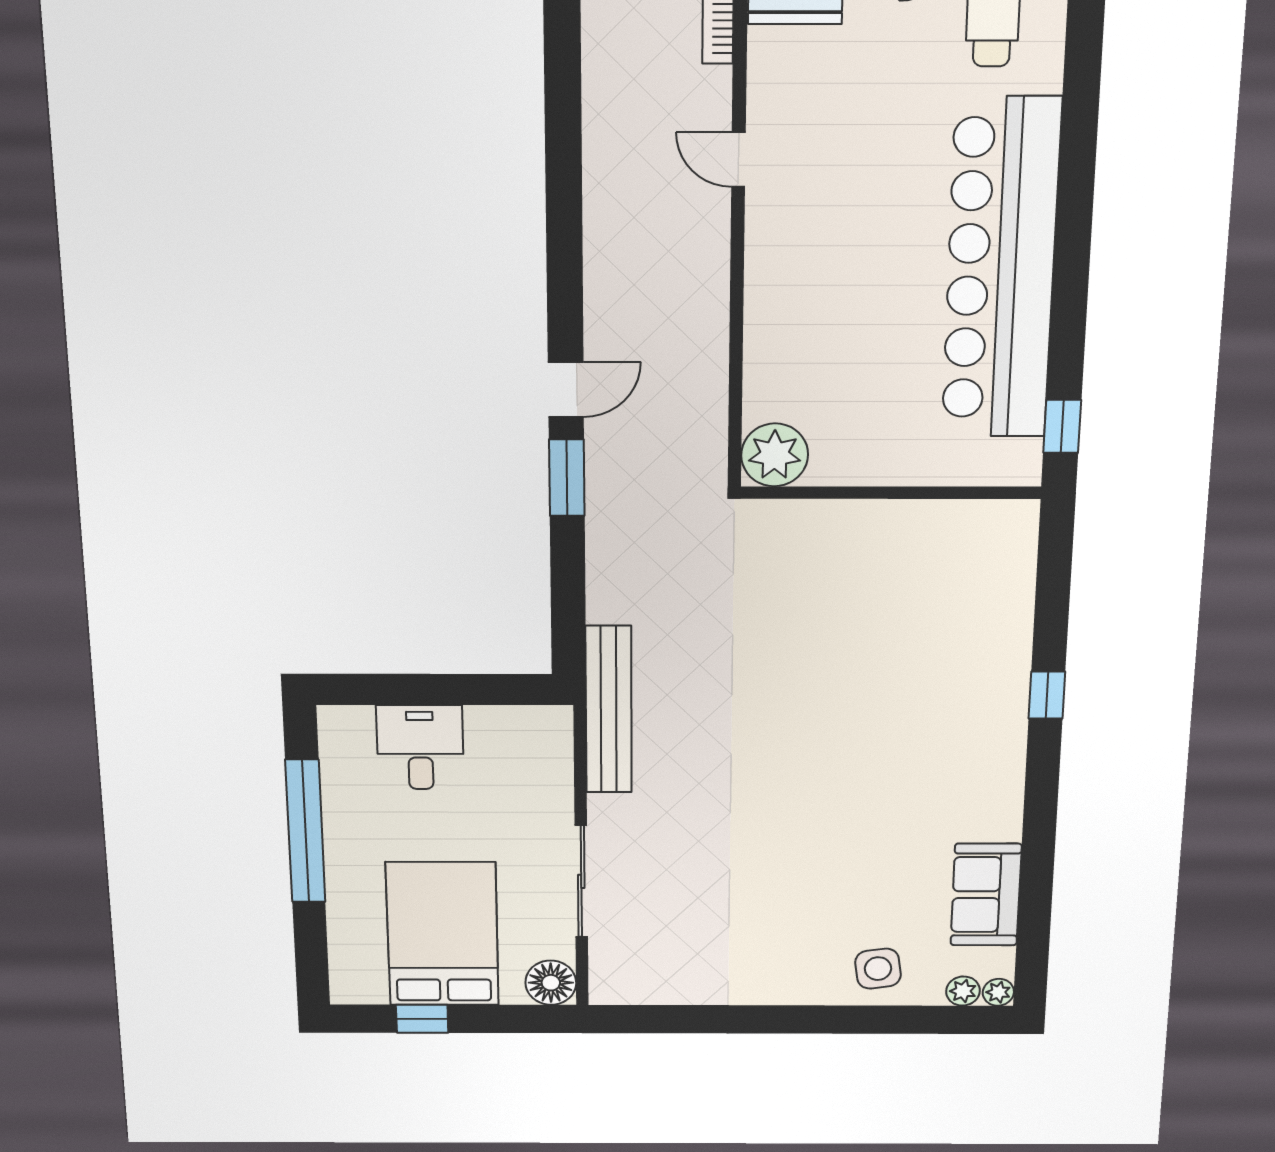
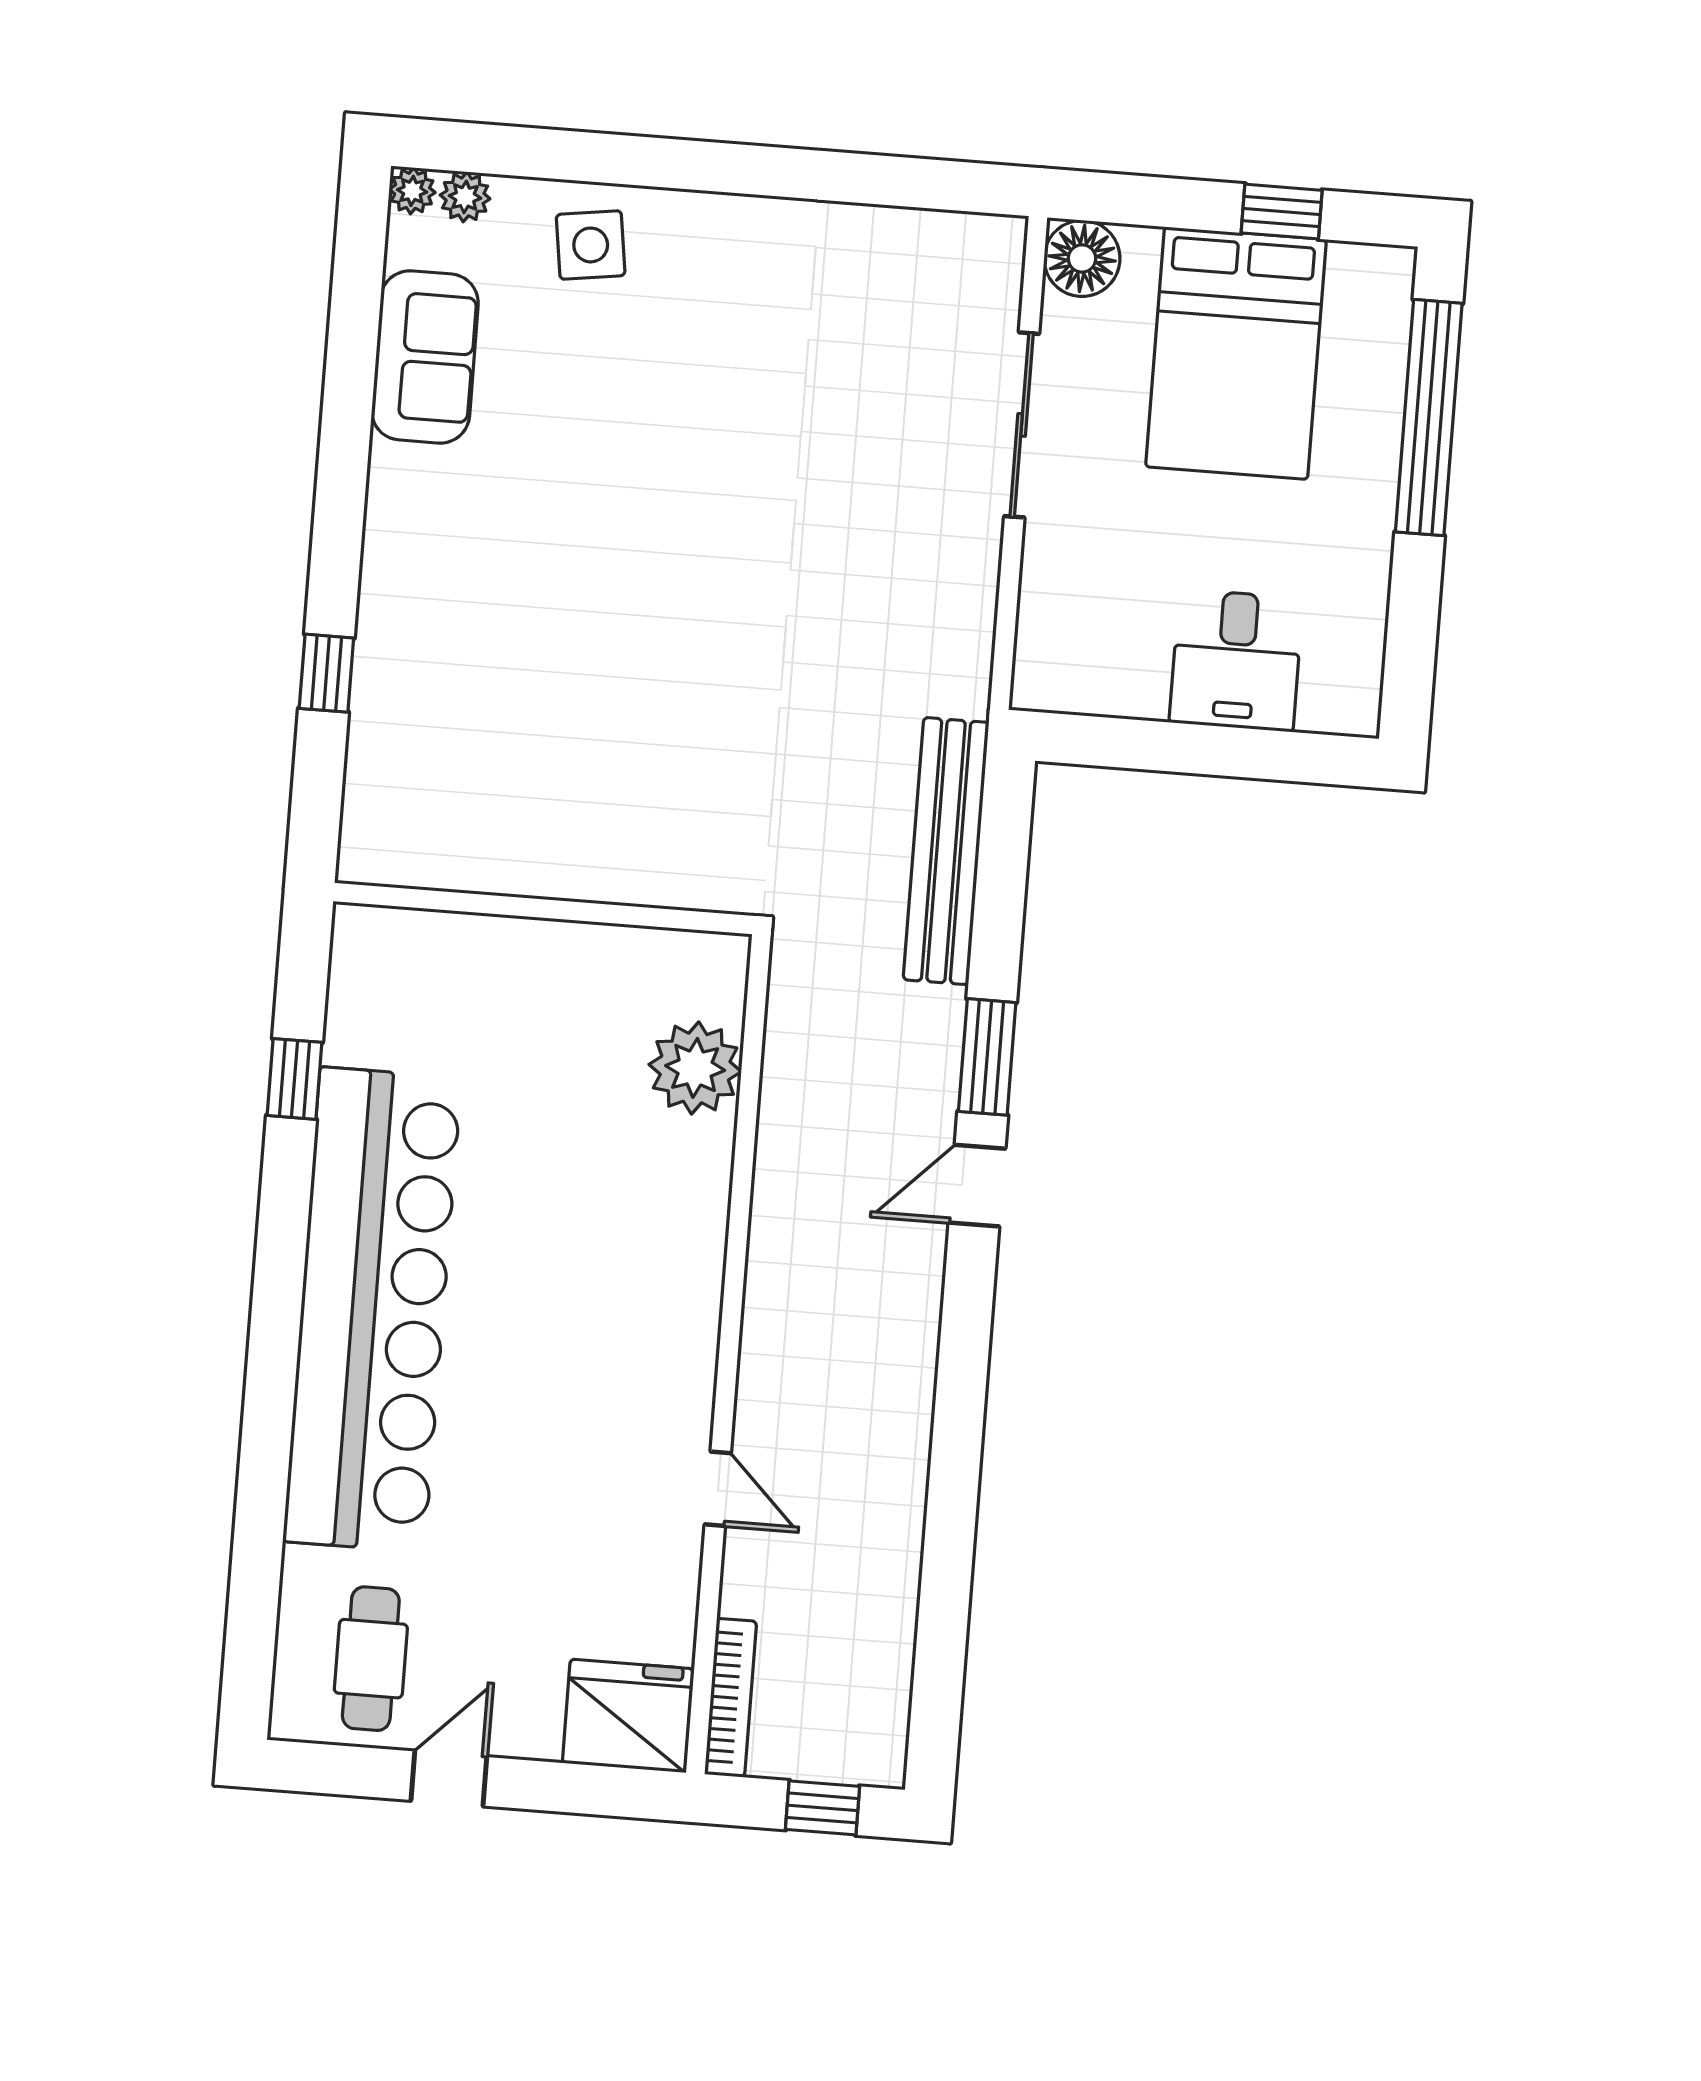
wall: (891, 493) -> (543, 909), moved
bench: (609, 710) -> (946, 851), moved
window: (305, 831) -> (1429, 418), moved

